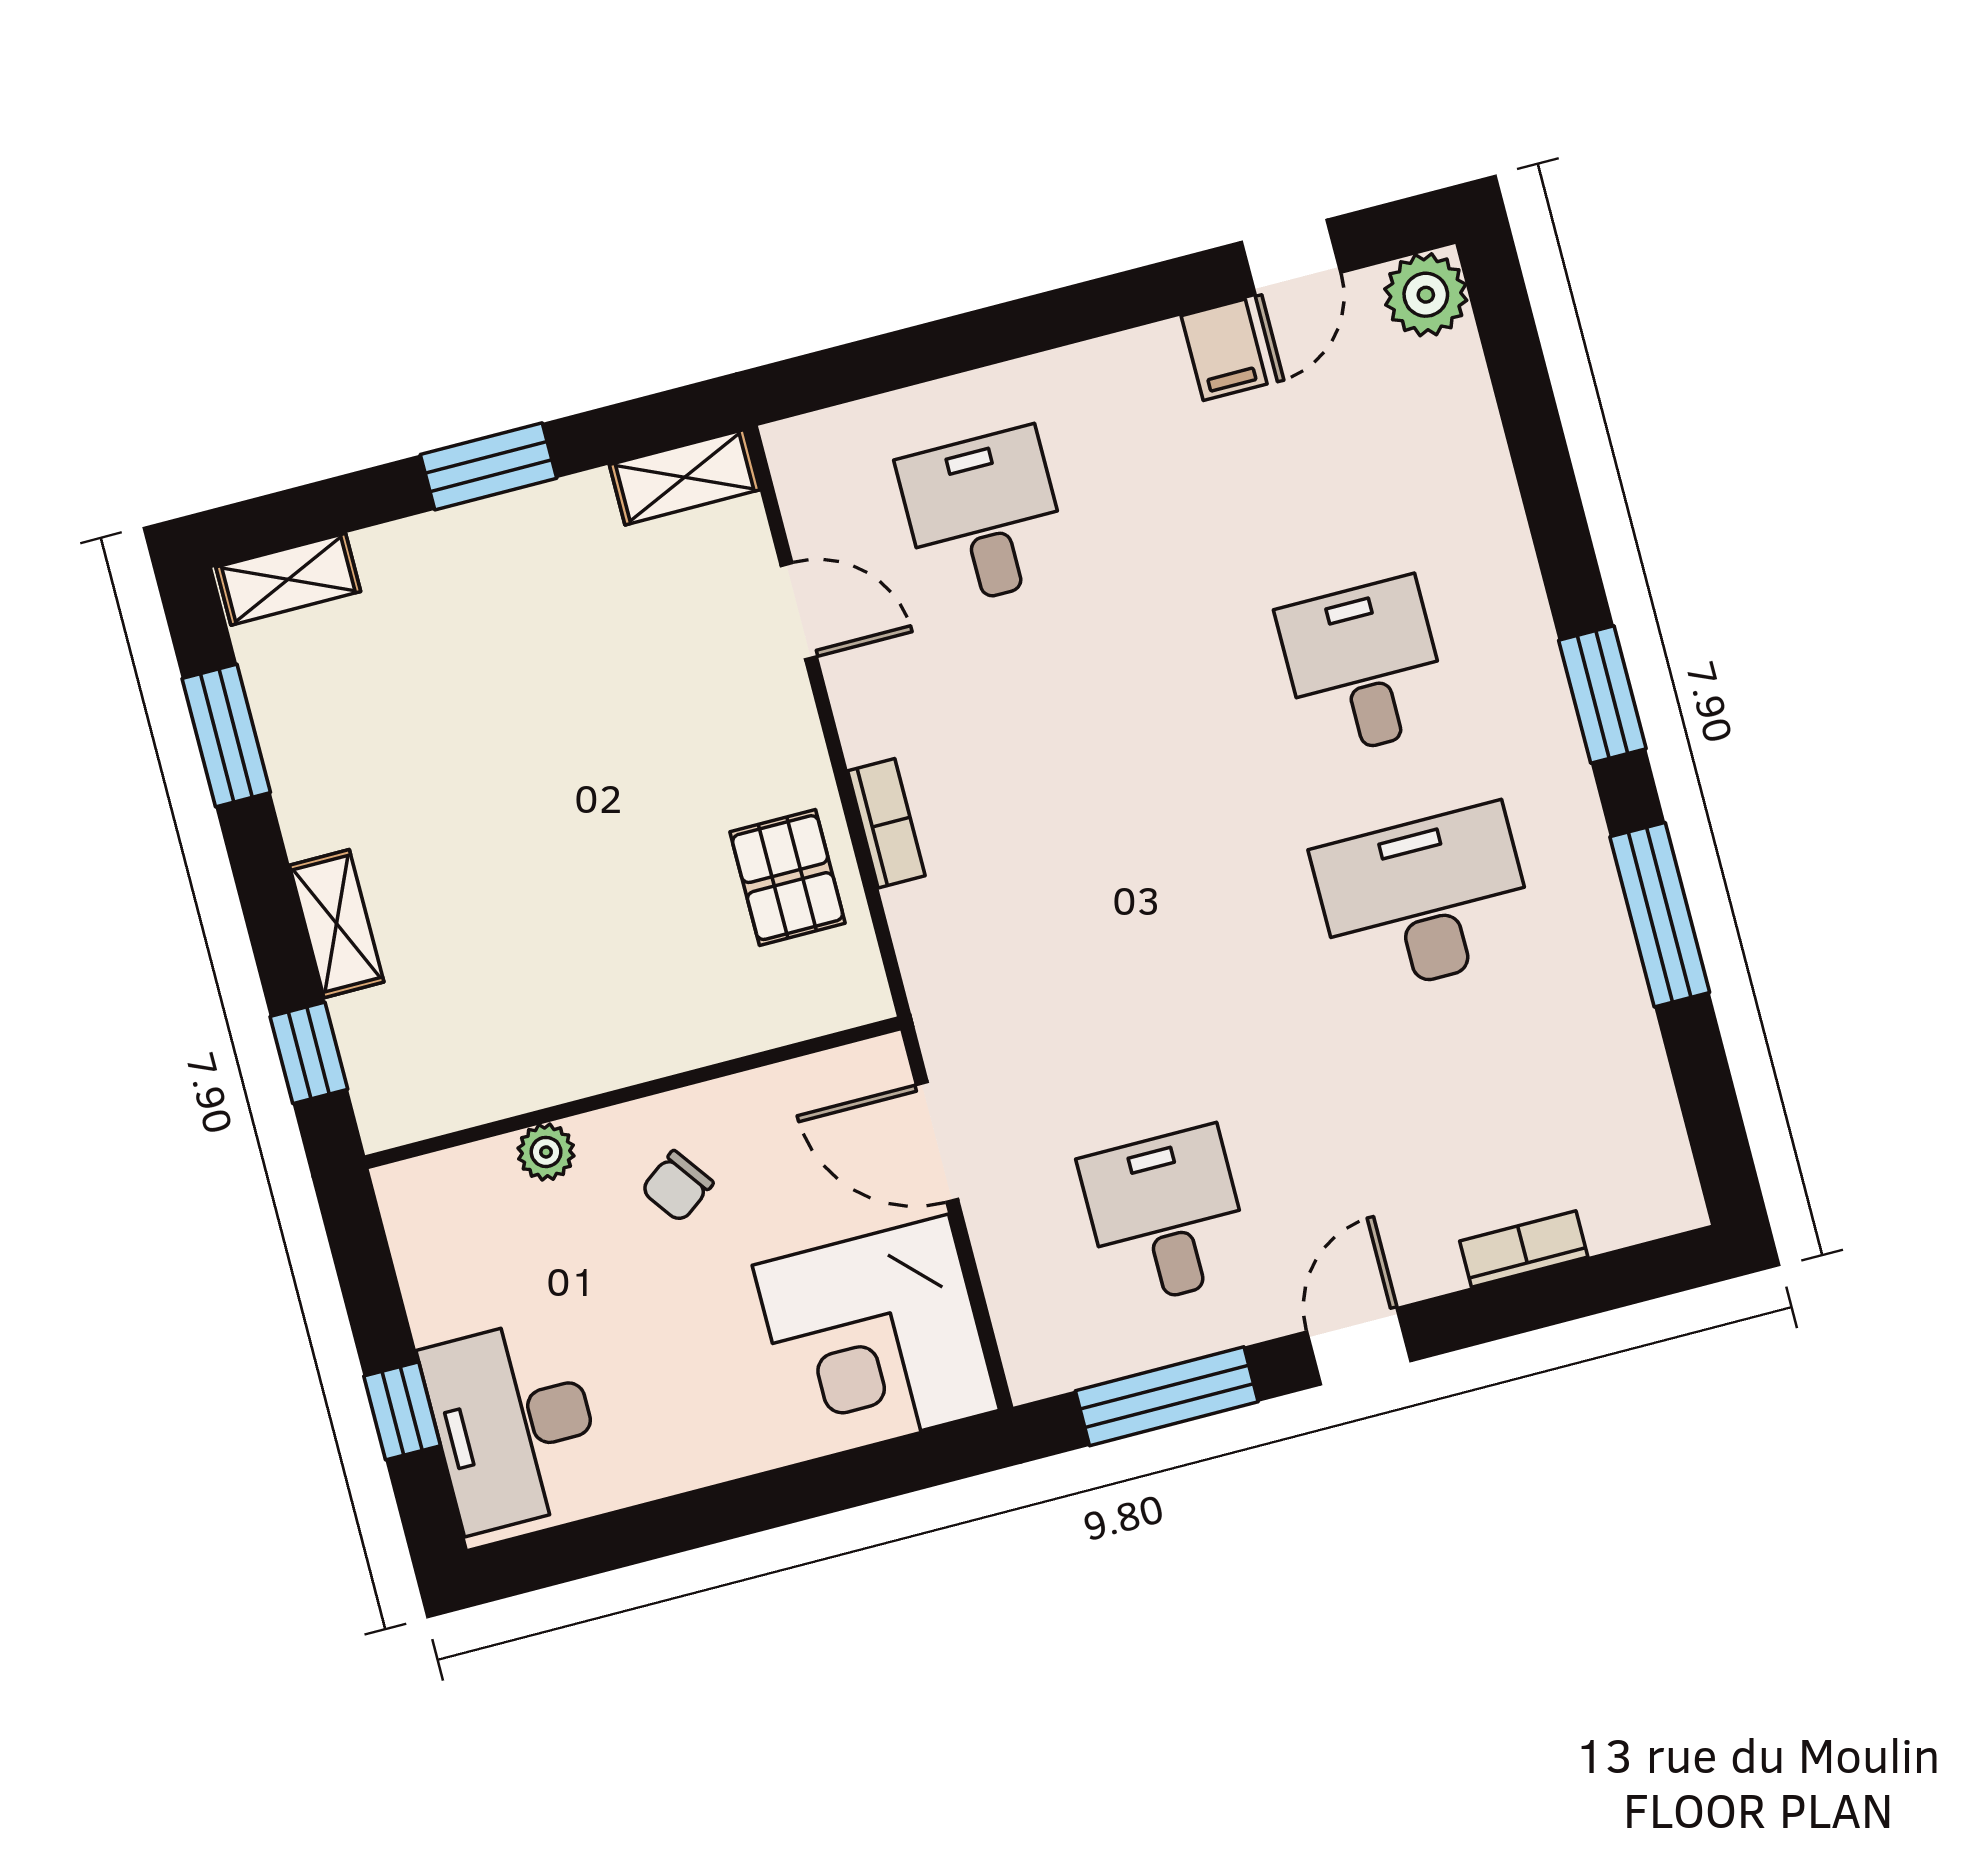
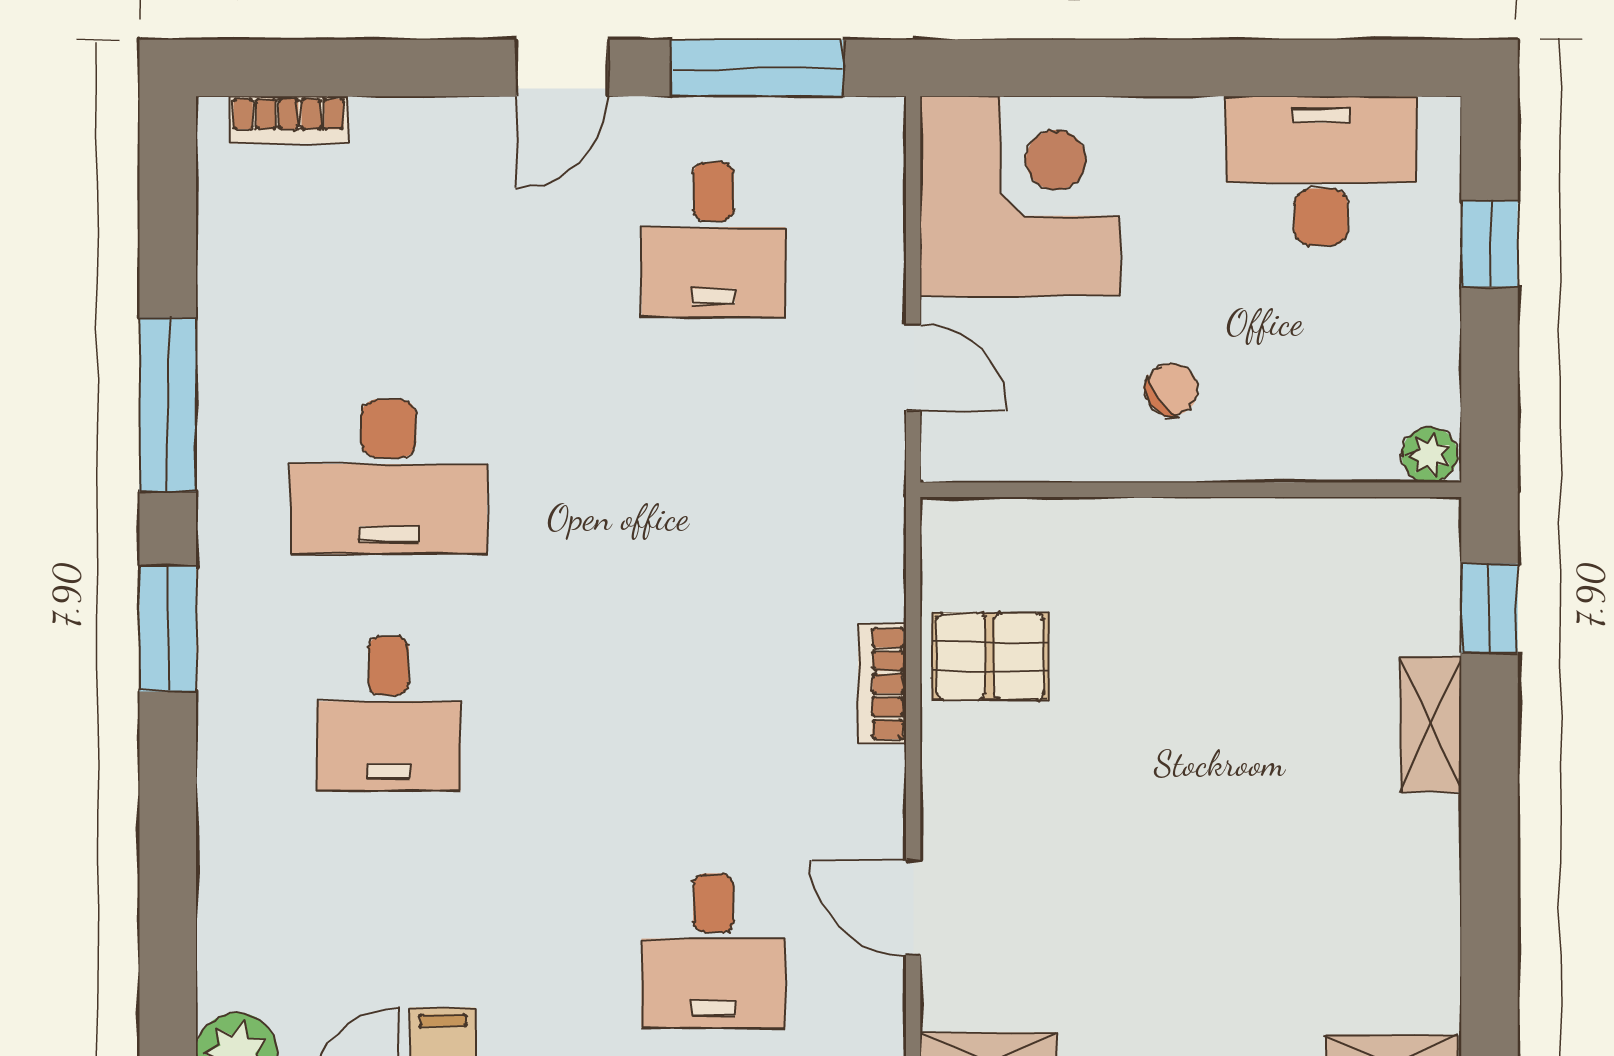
window: (226, 735) -> (1490, 931), removed
pallet: (788, 878) -> (990, 656), turned 90
door: (937, 1142) -> (913, 367), width x0.73
plant: (546, 1152) -> (1430, 455), moved
bookcase: (1524, 1249) -> (289, 120), moved
desk: (514, 1425) -> (1321, 171), moved, turned -90

